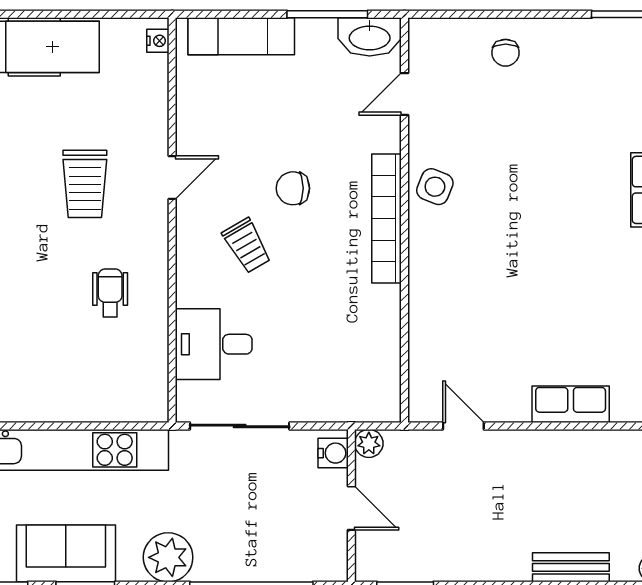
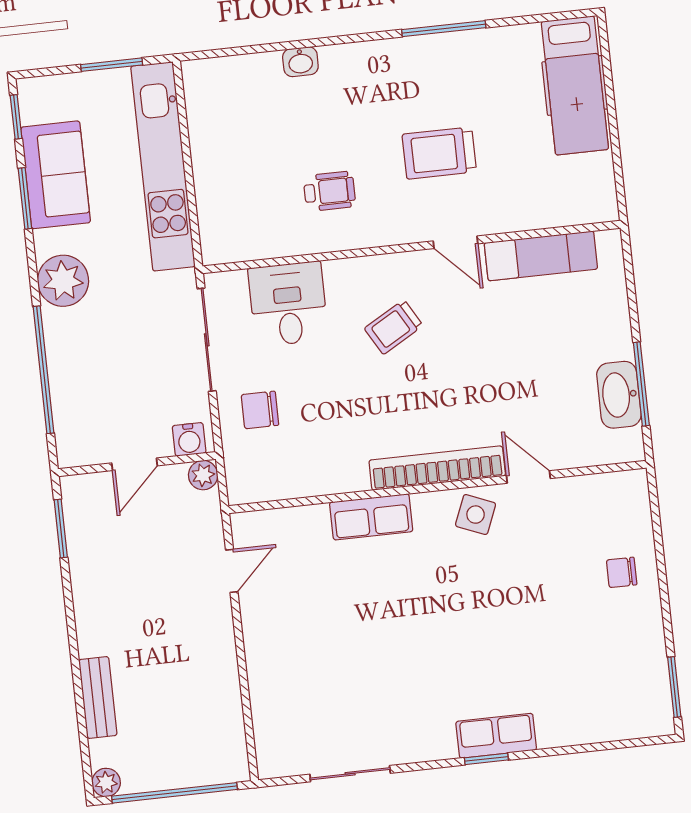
exam couch: (241, 36) -> (541, 256), moved, turned -90
washbasin: (370, 37) -> (619, 395), moved
nightstand: (158, 41) -> (595, 212), removed
door: (404, 94) -> (528, 477), moved
chair: (293, 188) -> (260, 410), moved, turned -90
row of seats: (571, 404) -> (371, 517), moved, turned 90

